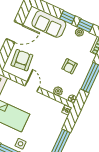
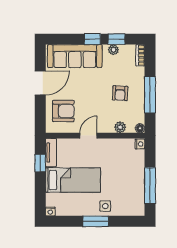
sofa: (49, 24) -> (75, 56), width x1.36
armchair: (22, 60) -> (63, 111), turned 95
door: (32, 87) -> (88, 136), hinge flipped

